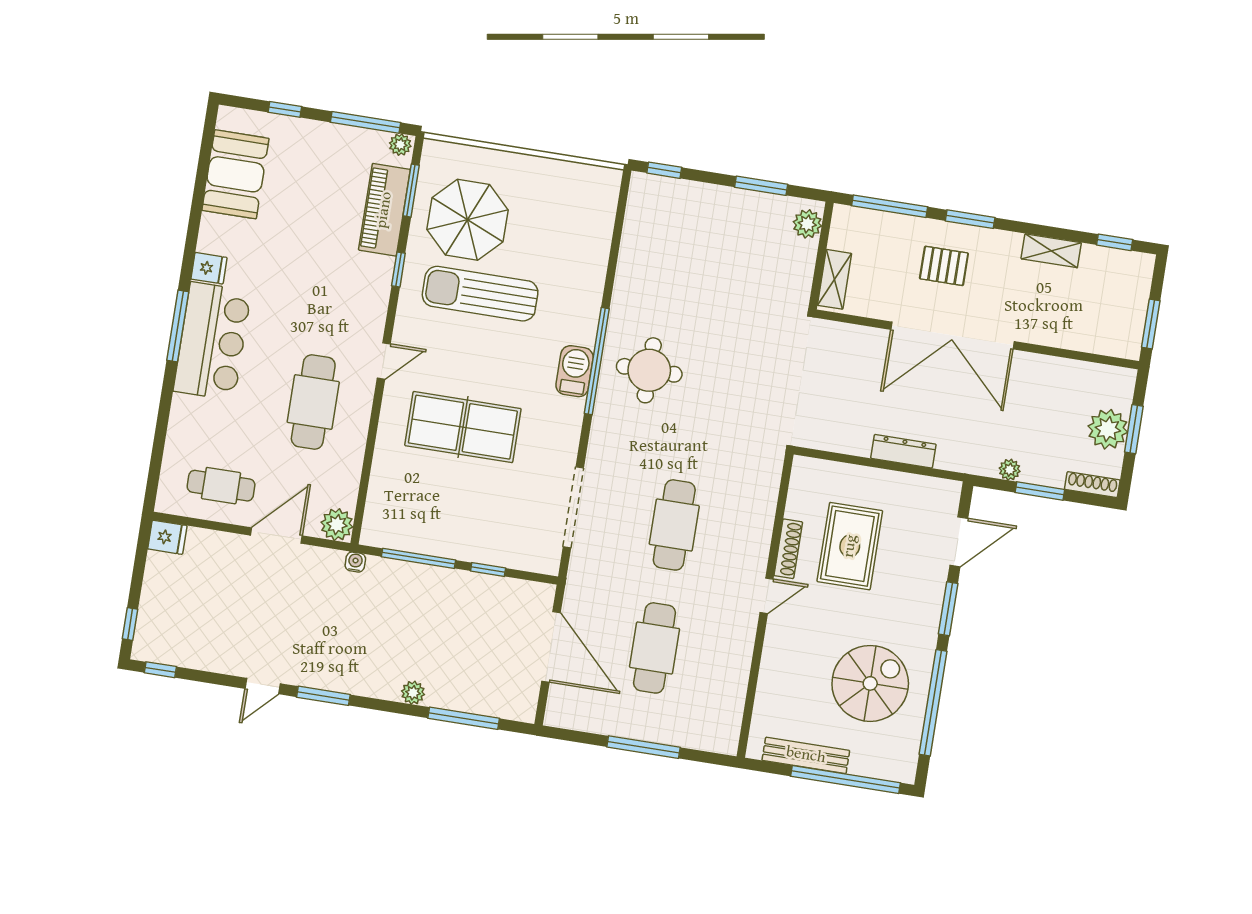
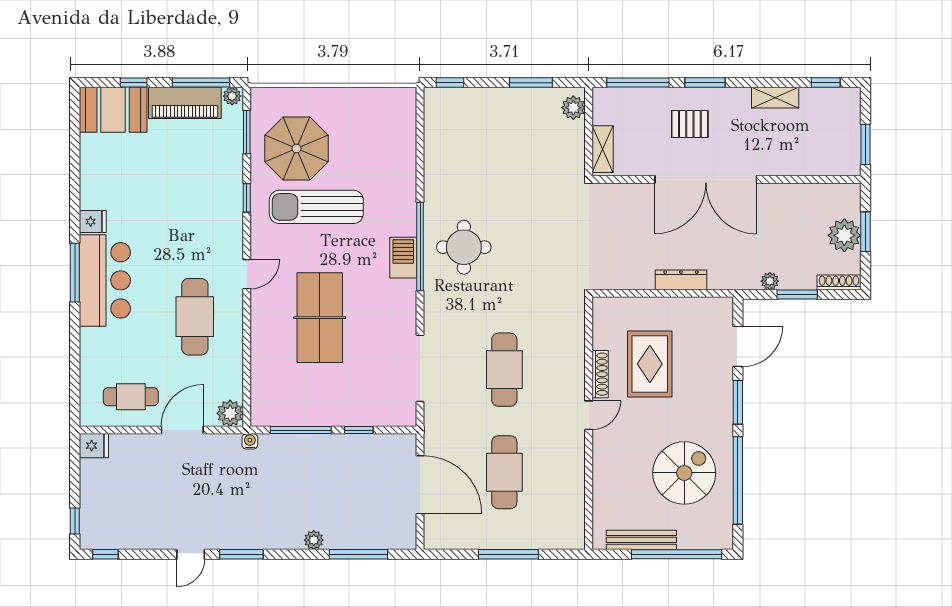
booth: (235, 174) -> (113, 110), moved, turned 90
piano: (384, 210) -> (185, 103), moved, turned -90
table tennis table: (463, 427) -> (320, 318), turned 90

